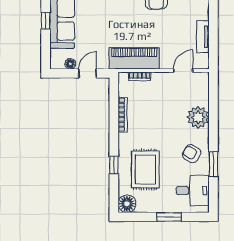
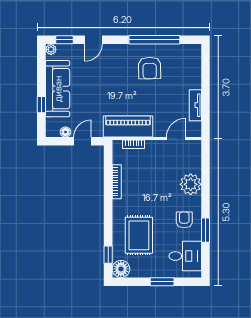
window: (46, 21) -> (41, 105), moved
armchair: (192, 154) -> (184, 220), turned 59
window: (114, 165) -> (108, 255), moved

